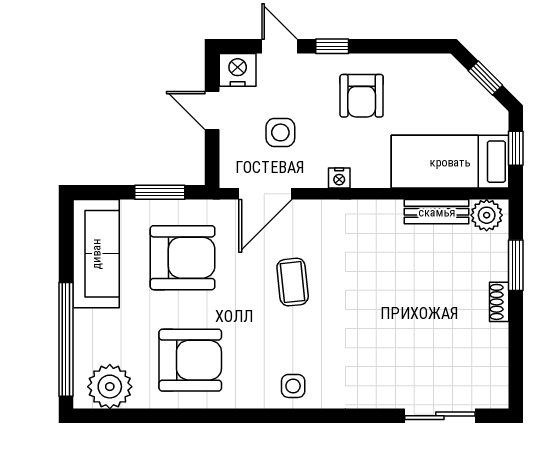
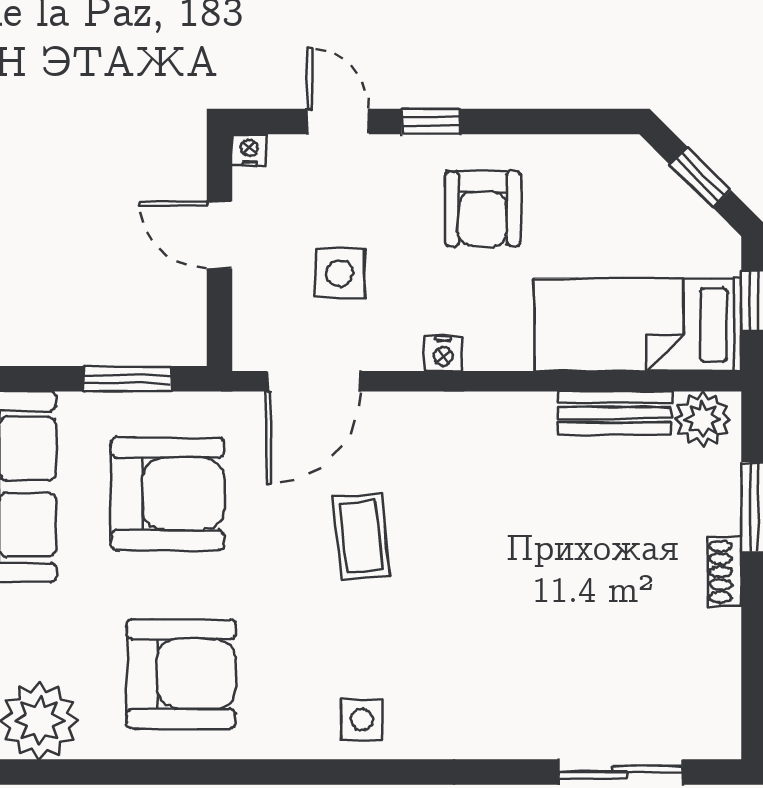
nightstand: (238, 70) -> (249, 150), width x0.53, depth x0.56

